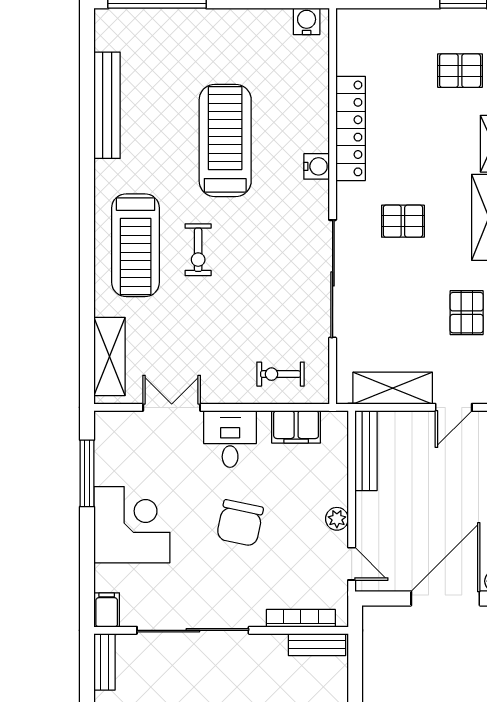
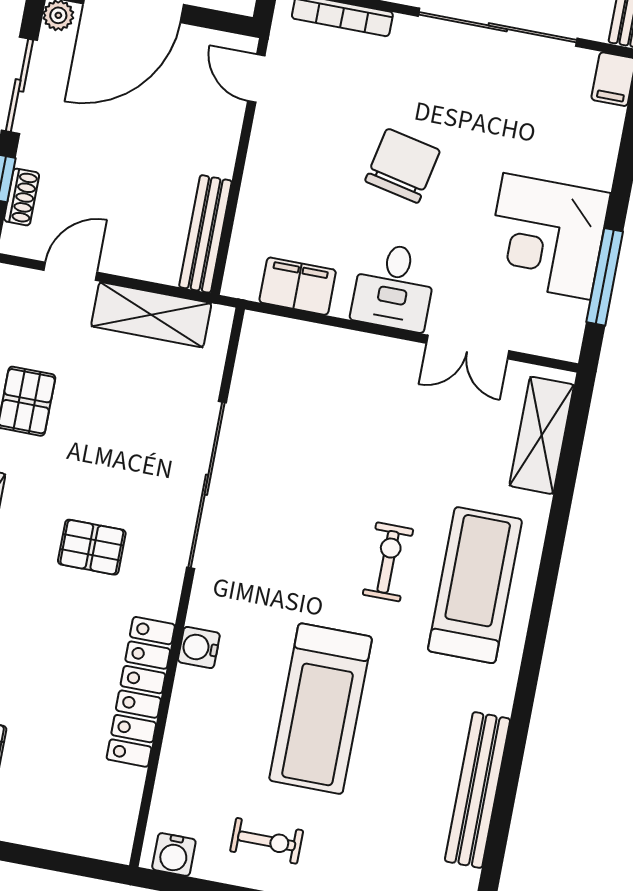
exercise bike: (281, 374) -> (267, 841), moved
plant: (337, 519) -> (265, 146), removed
corner desk: (132, 525) -> (547, 236), moved

